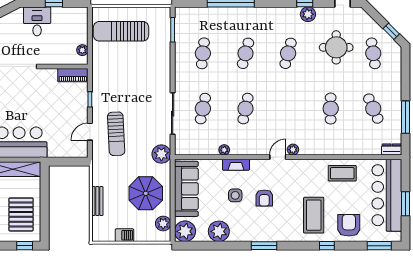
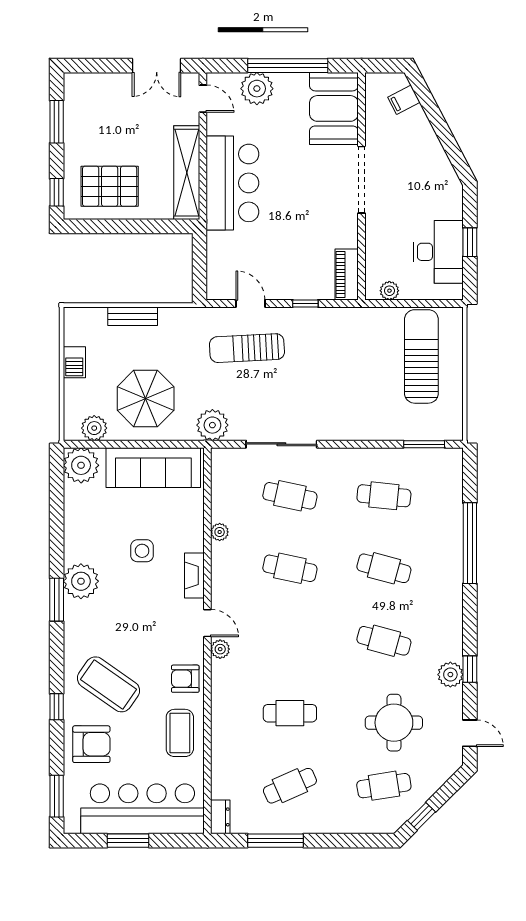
desk: (37, 21) -> (438, 252), moved, width x1.37
fireplace: (236, 165) -> (194, 576), moved
armchair: (264, 198) -> (185, 679), moved
coffee table: (314, 215) -> (109, 684), turned 35
plant: (219, 231) -> (81, 581), moved

